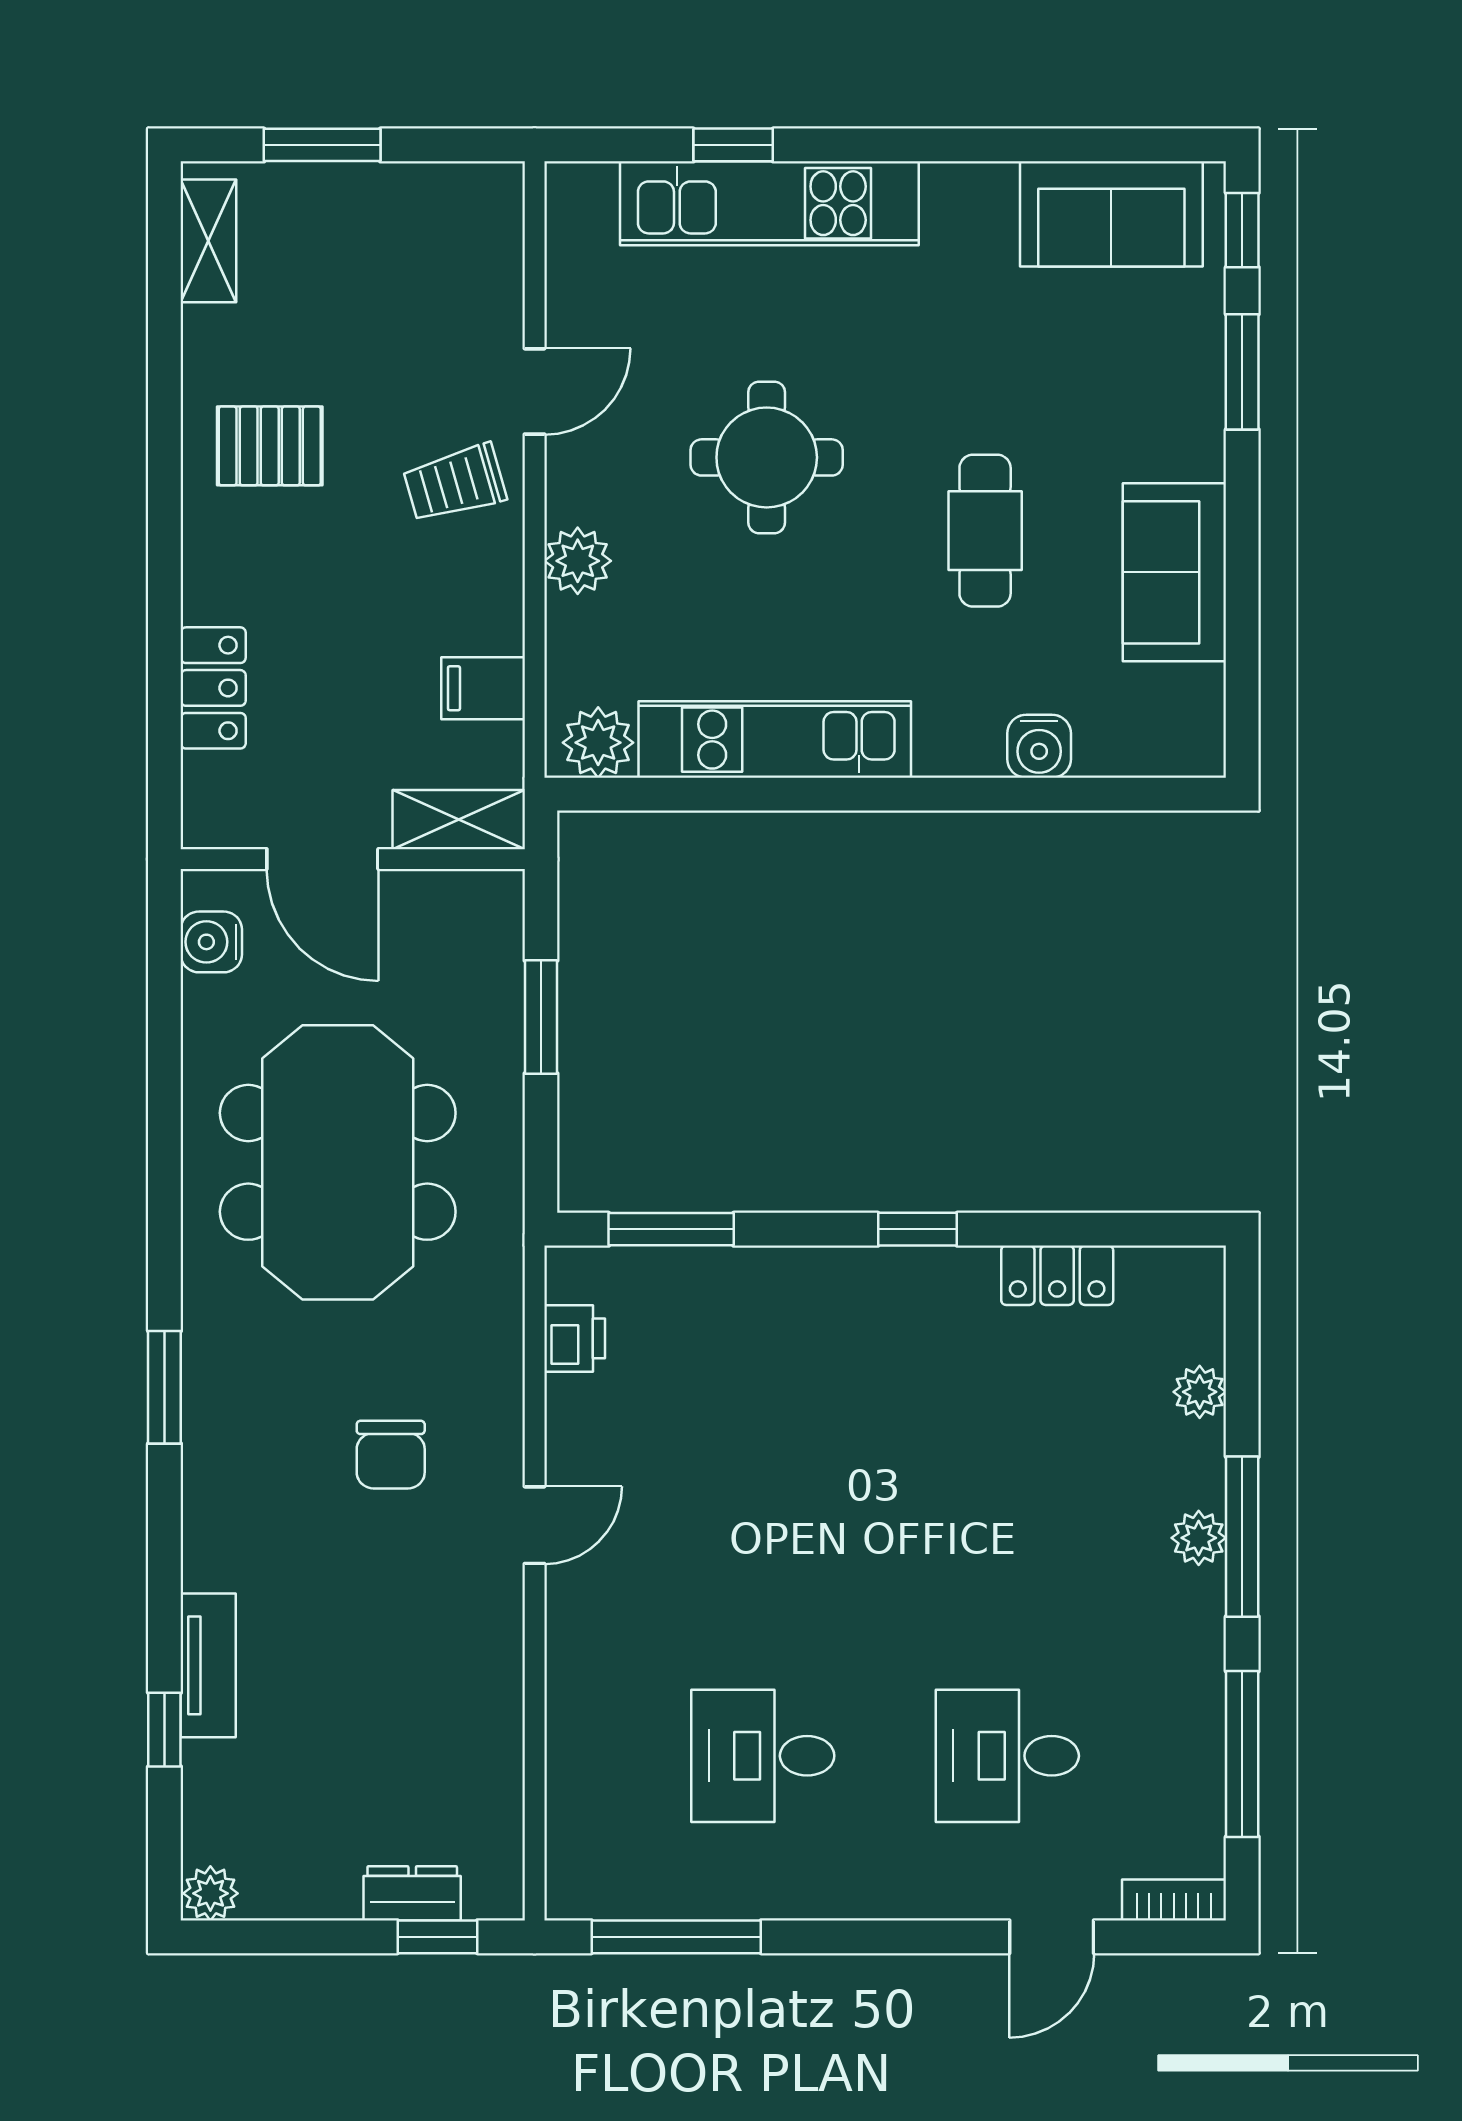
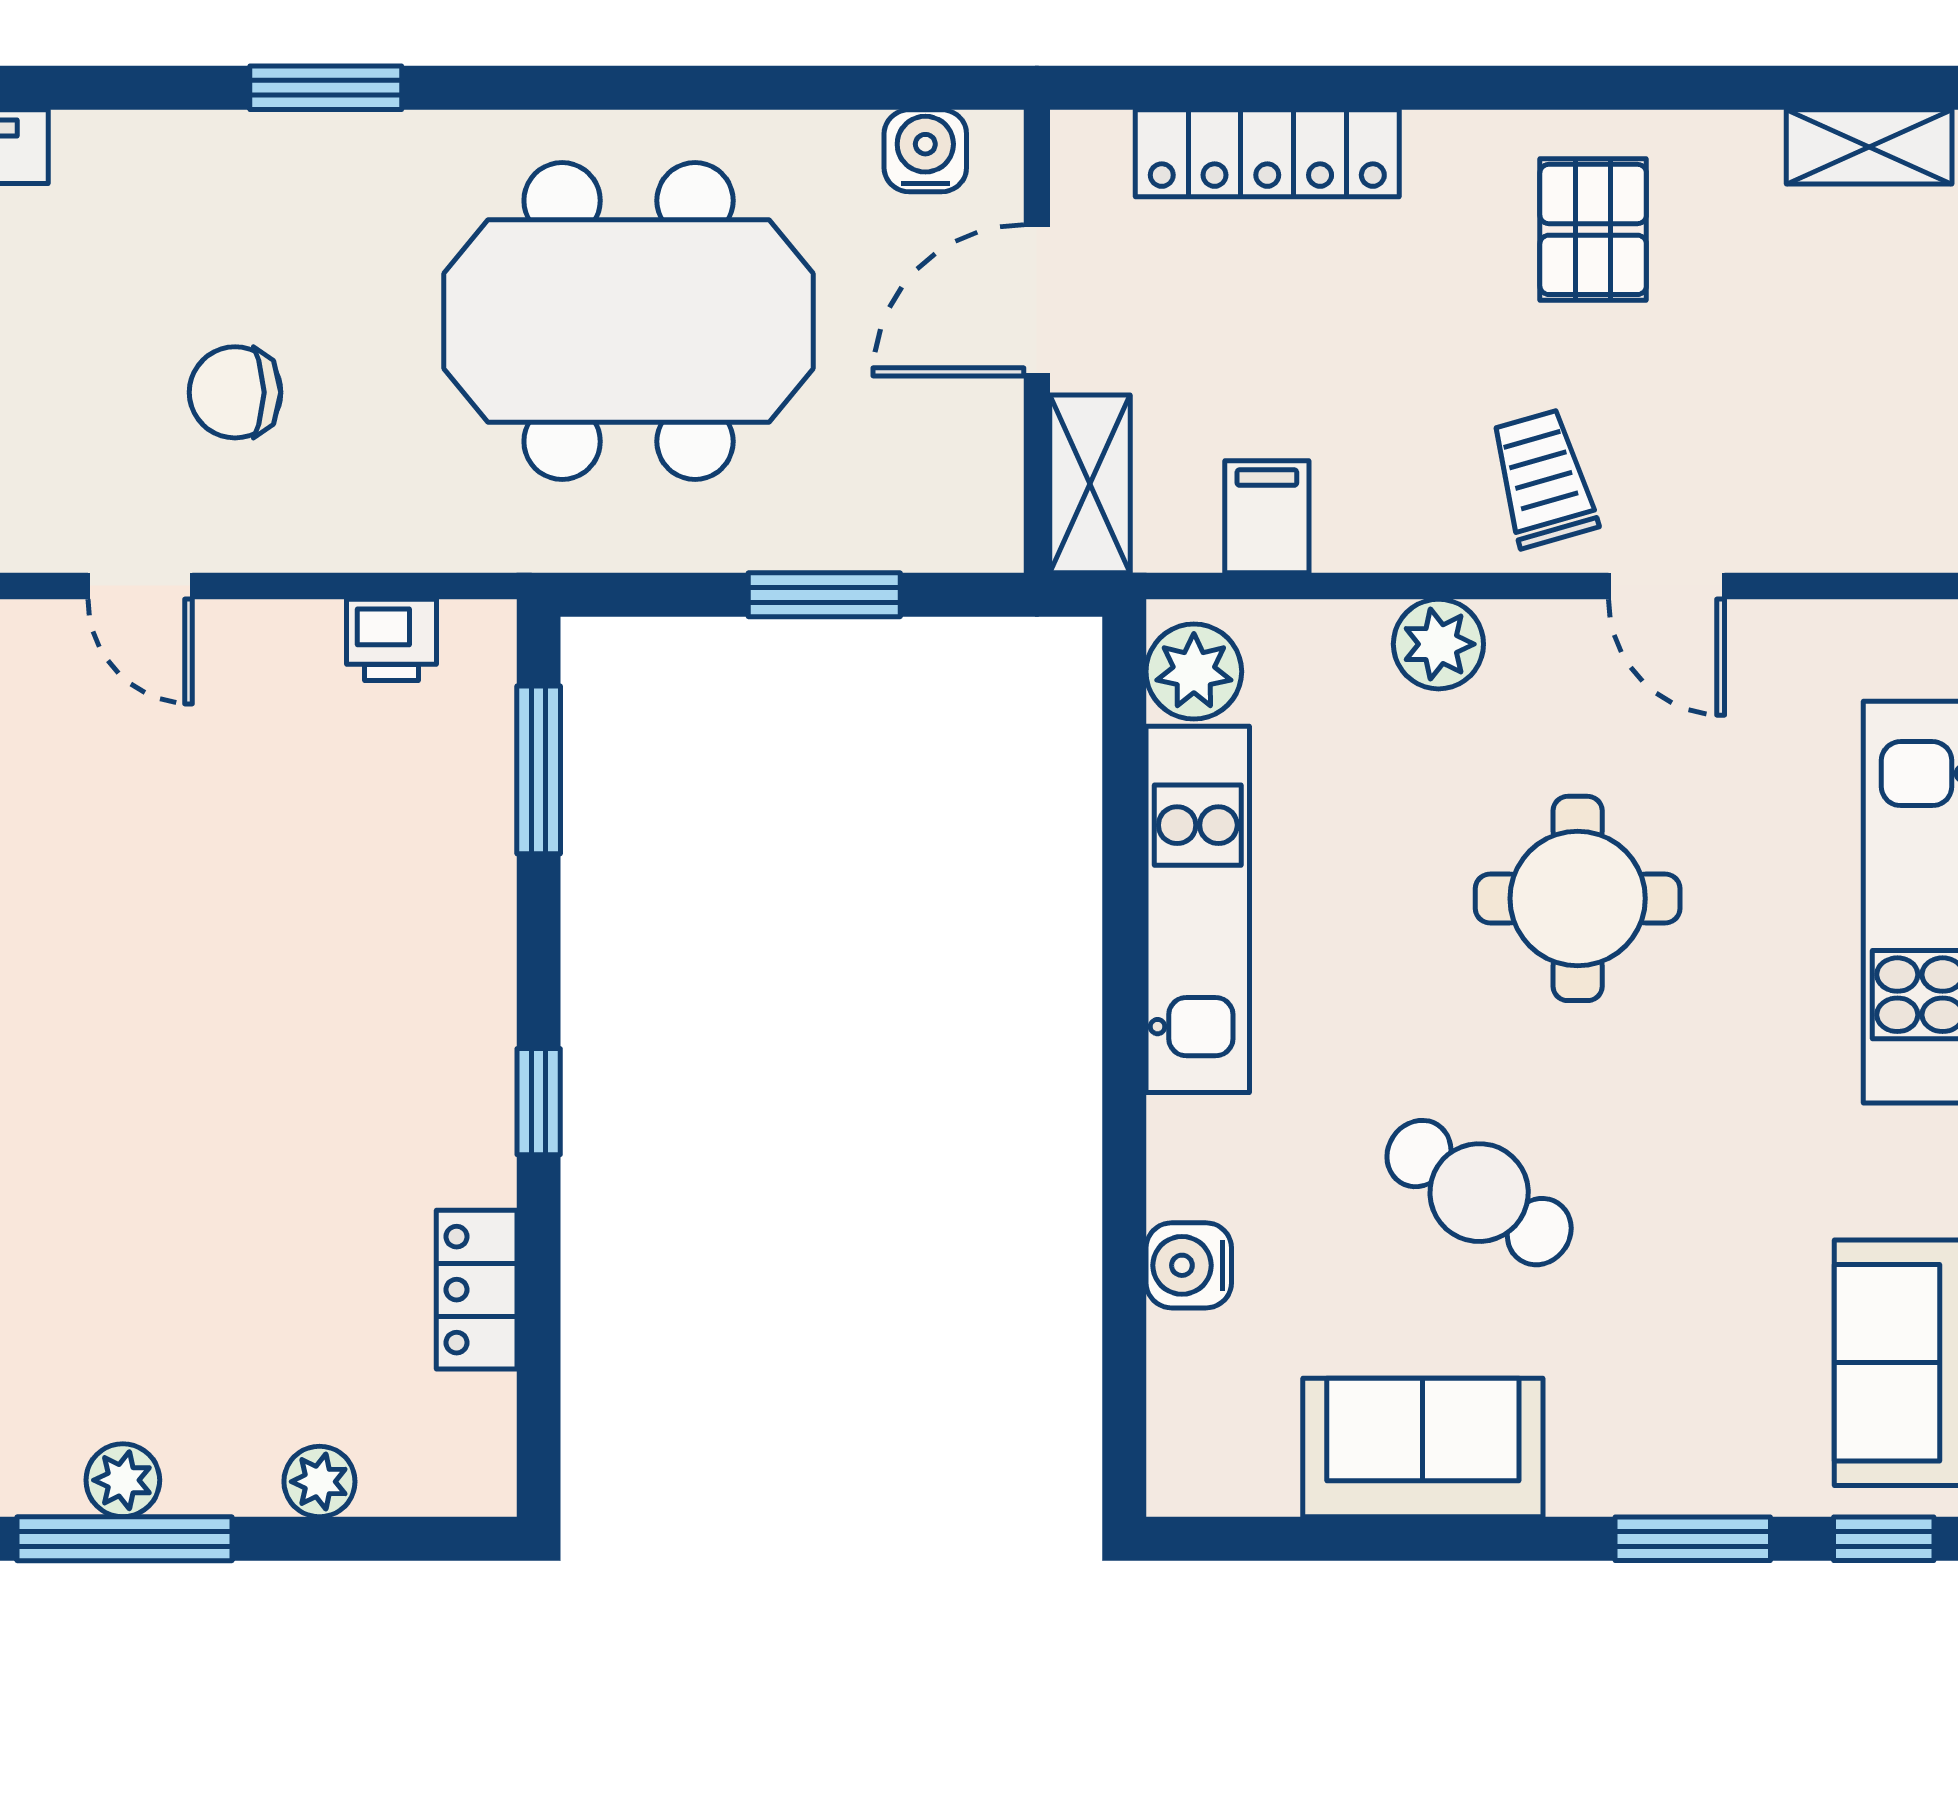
cafe table: (985, 531) -> (1479, 1193), turned 33
locker: (213, 688) -> (1267, 153), width x1.53

